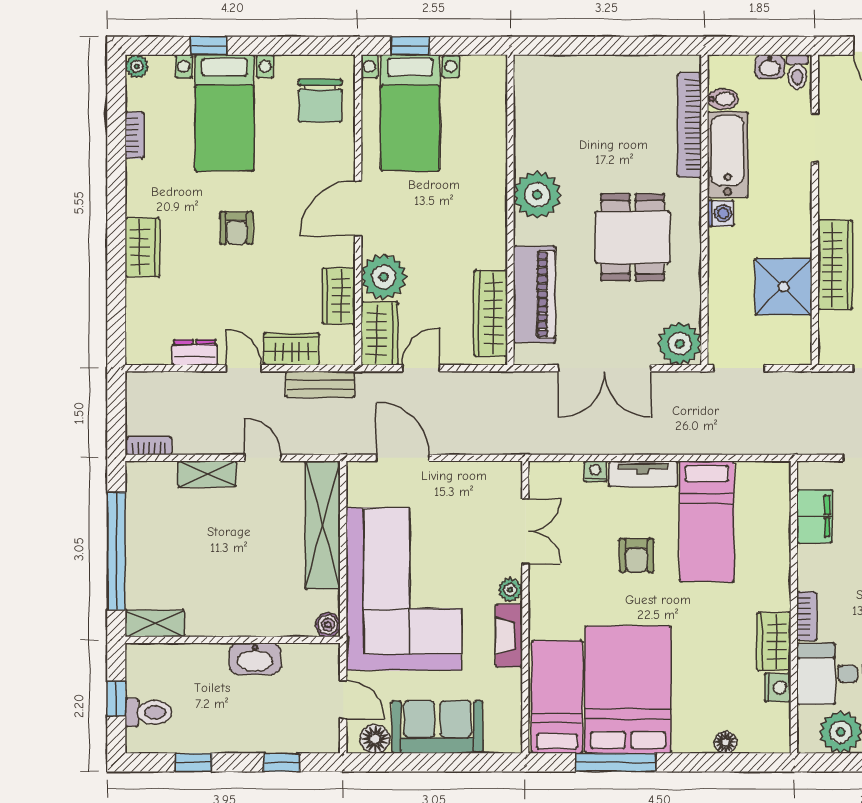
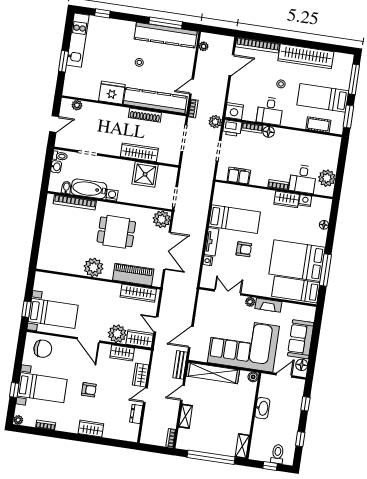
bench: (320, 384) -> (180, 365), moved

